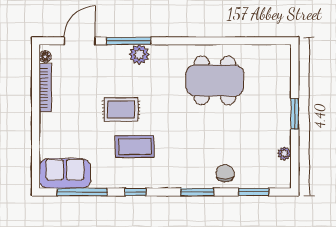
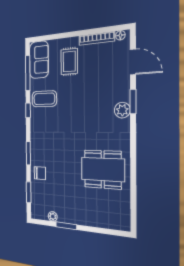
window: (129, 41) -> (133, 102), width x0.69
dining table: (215, 80) -> (103, 169), turned 90
rug: (121, 109) -> (69, 61), moved
window: (295, 114) -> (66, 226), moved
coffee table: (135, 146) -> (44, 99), moved, turned 90

